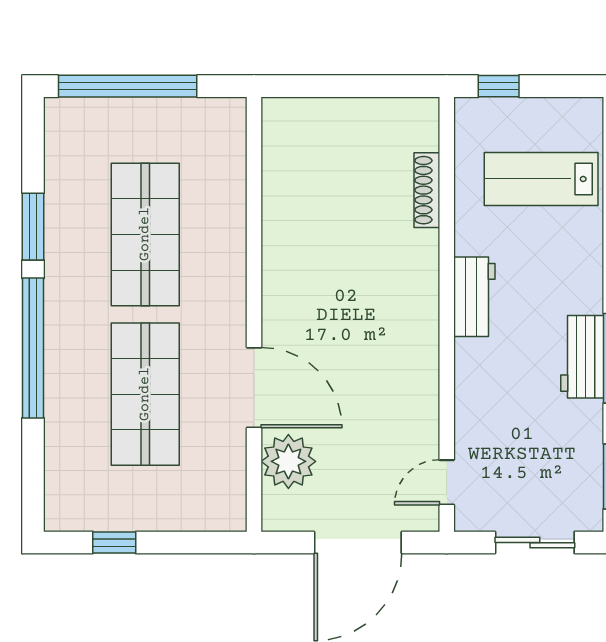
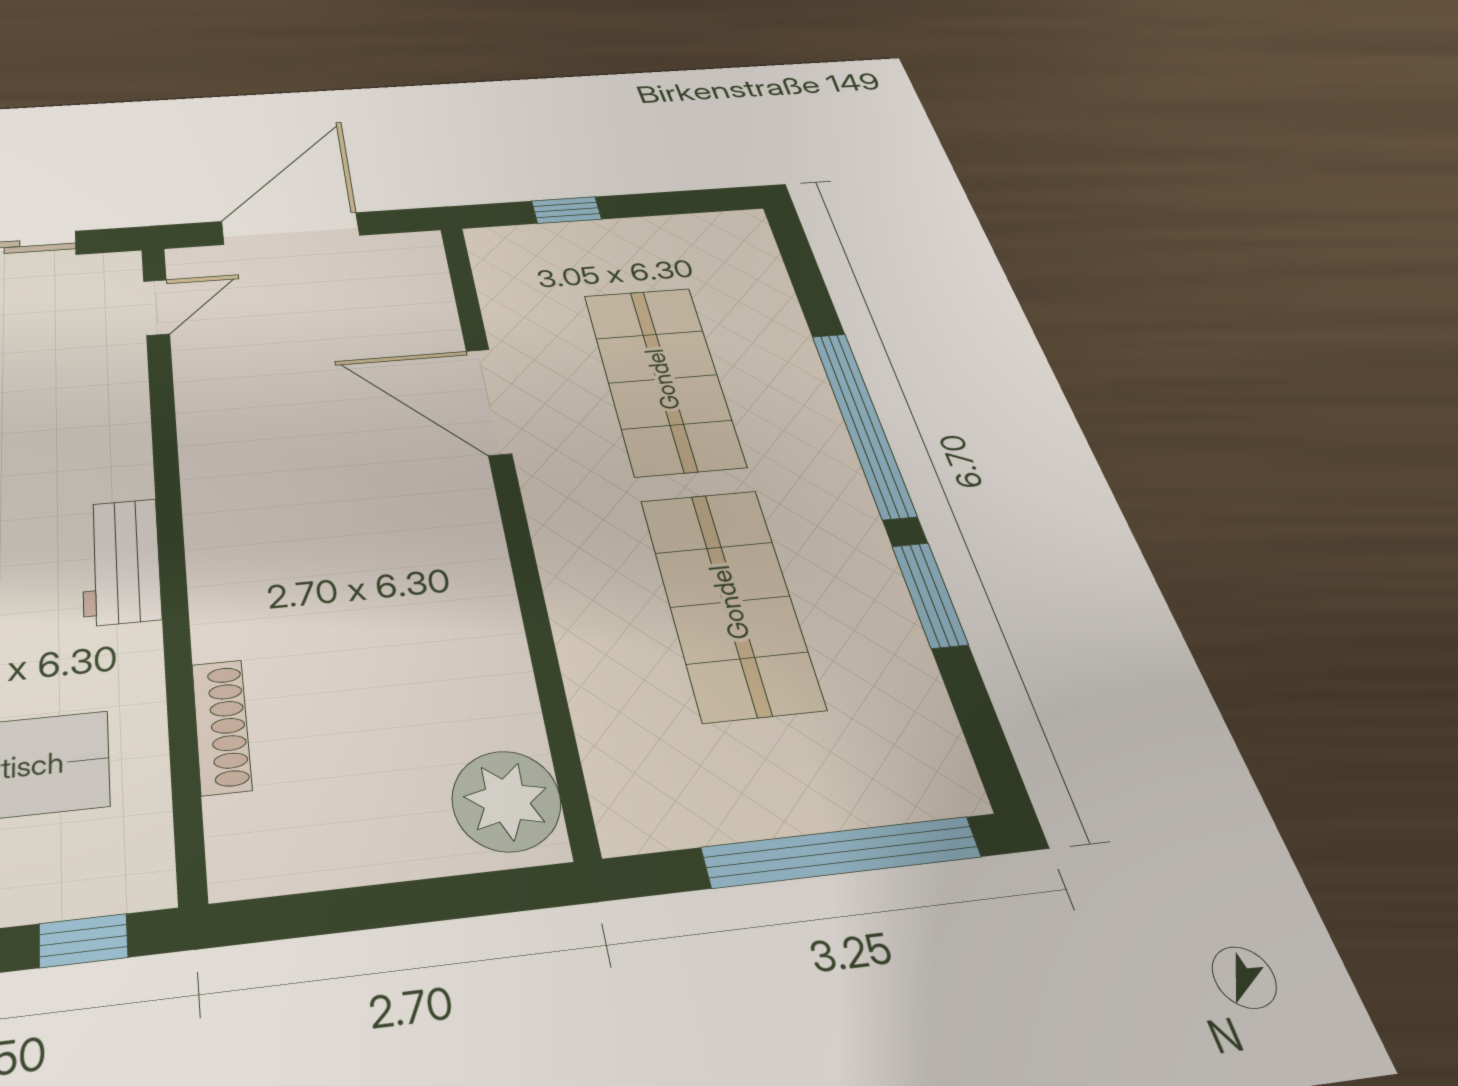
plant: (288, 461) -> (506, 801), moved
window: (114, 543) -> (566, 210), moved

